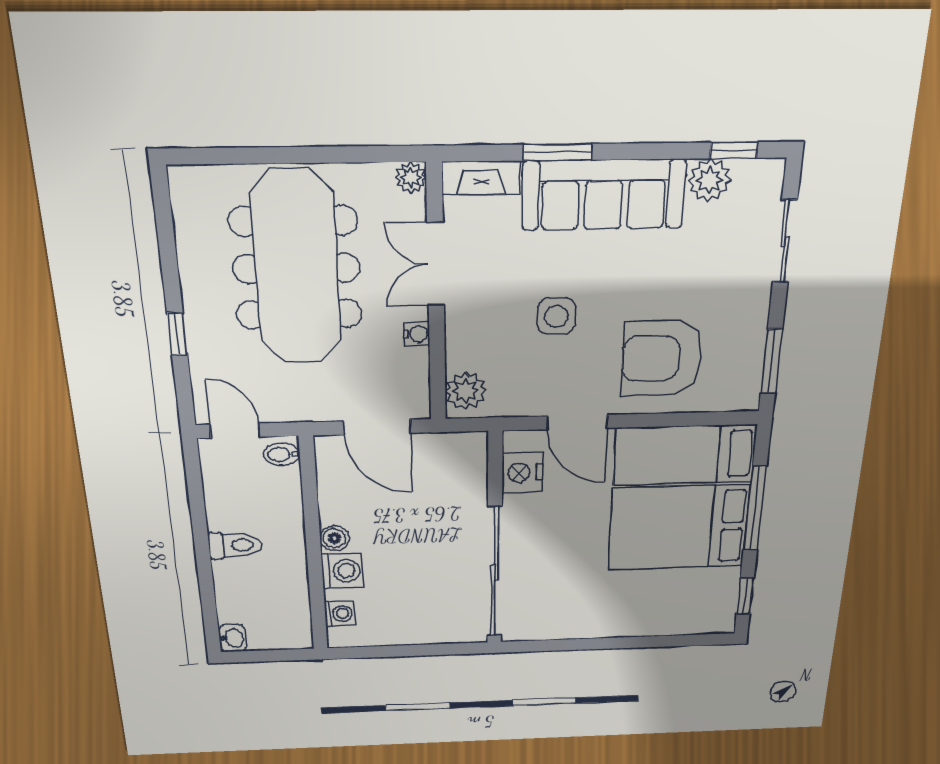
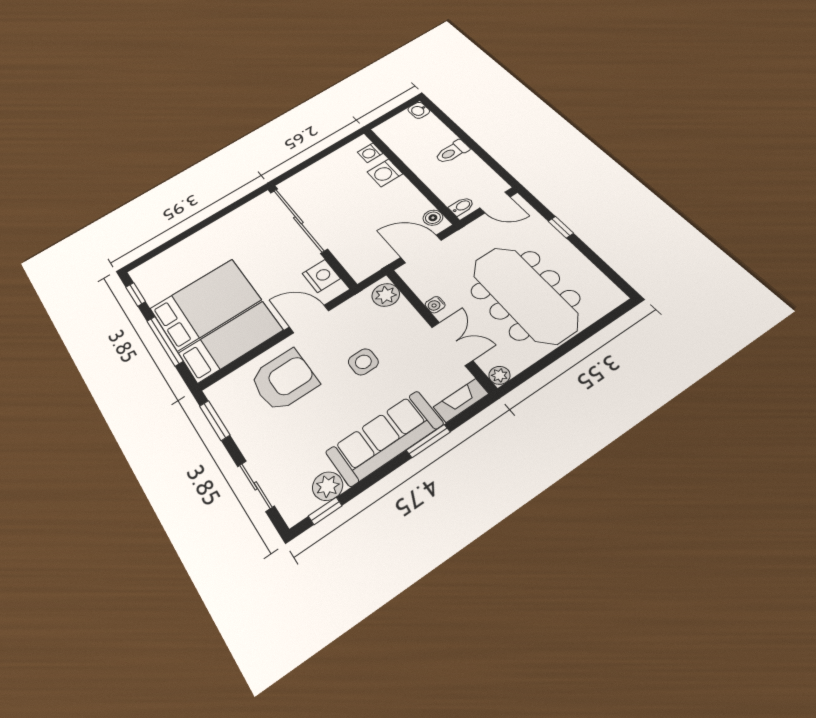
boiler: (334, 538) -> (433, 218), moved

